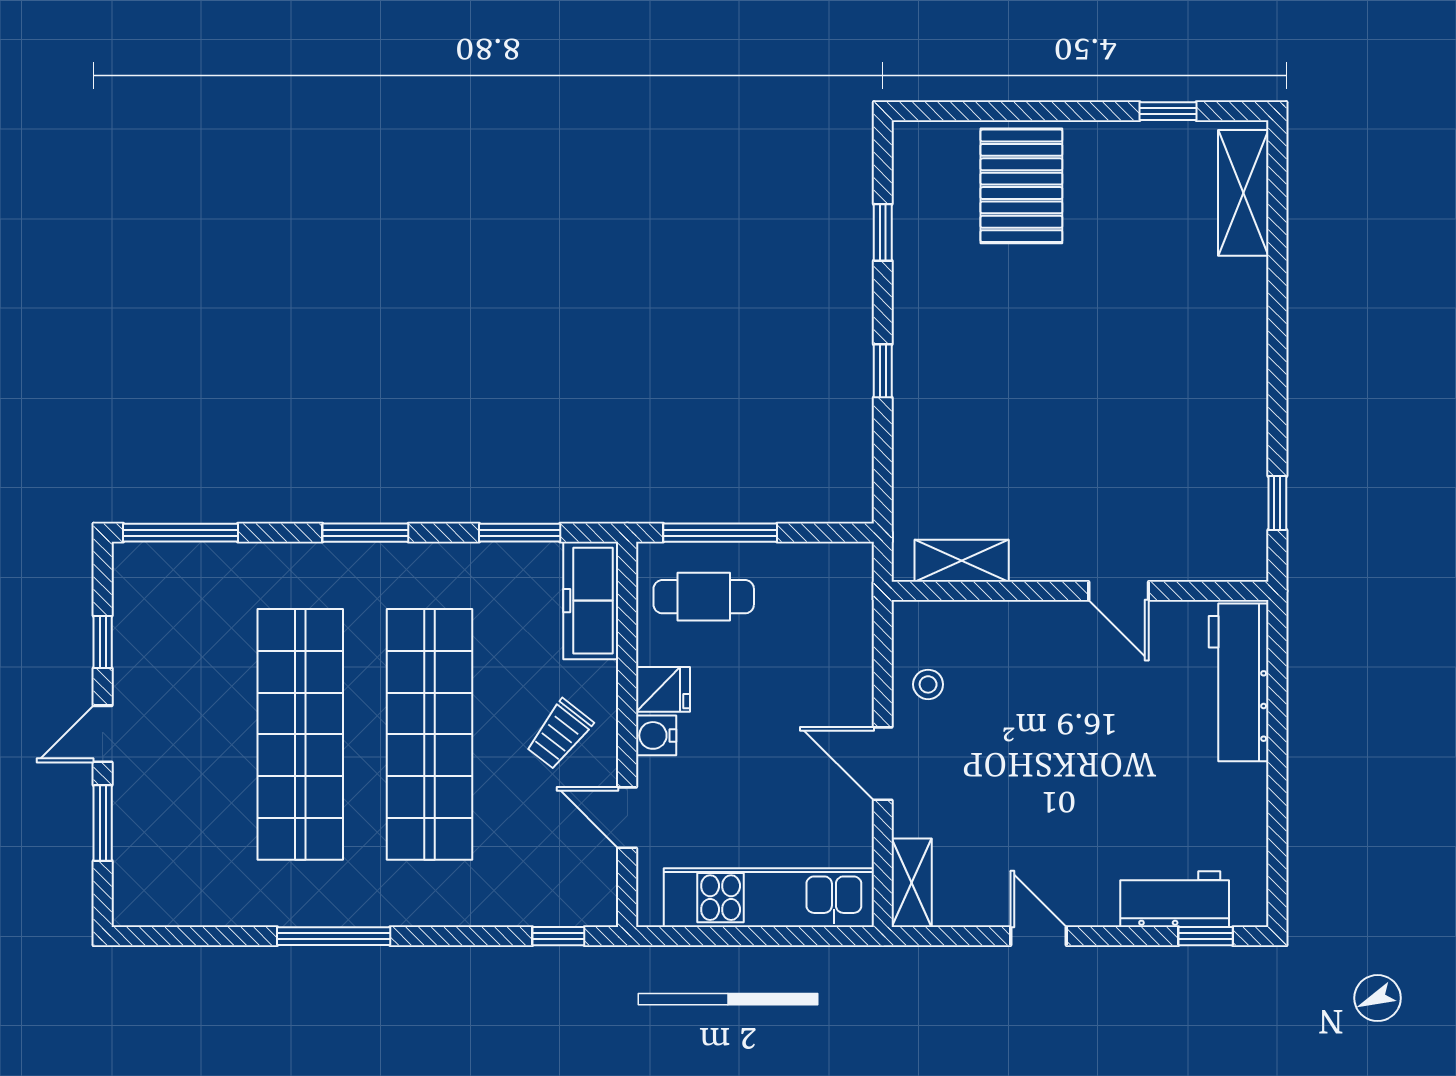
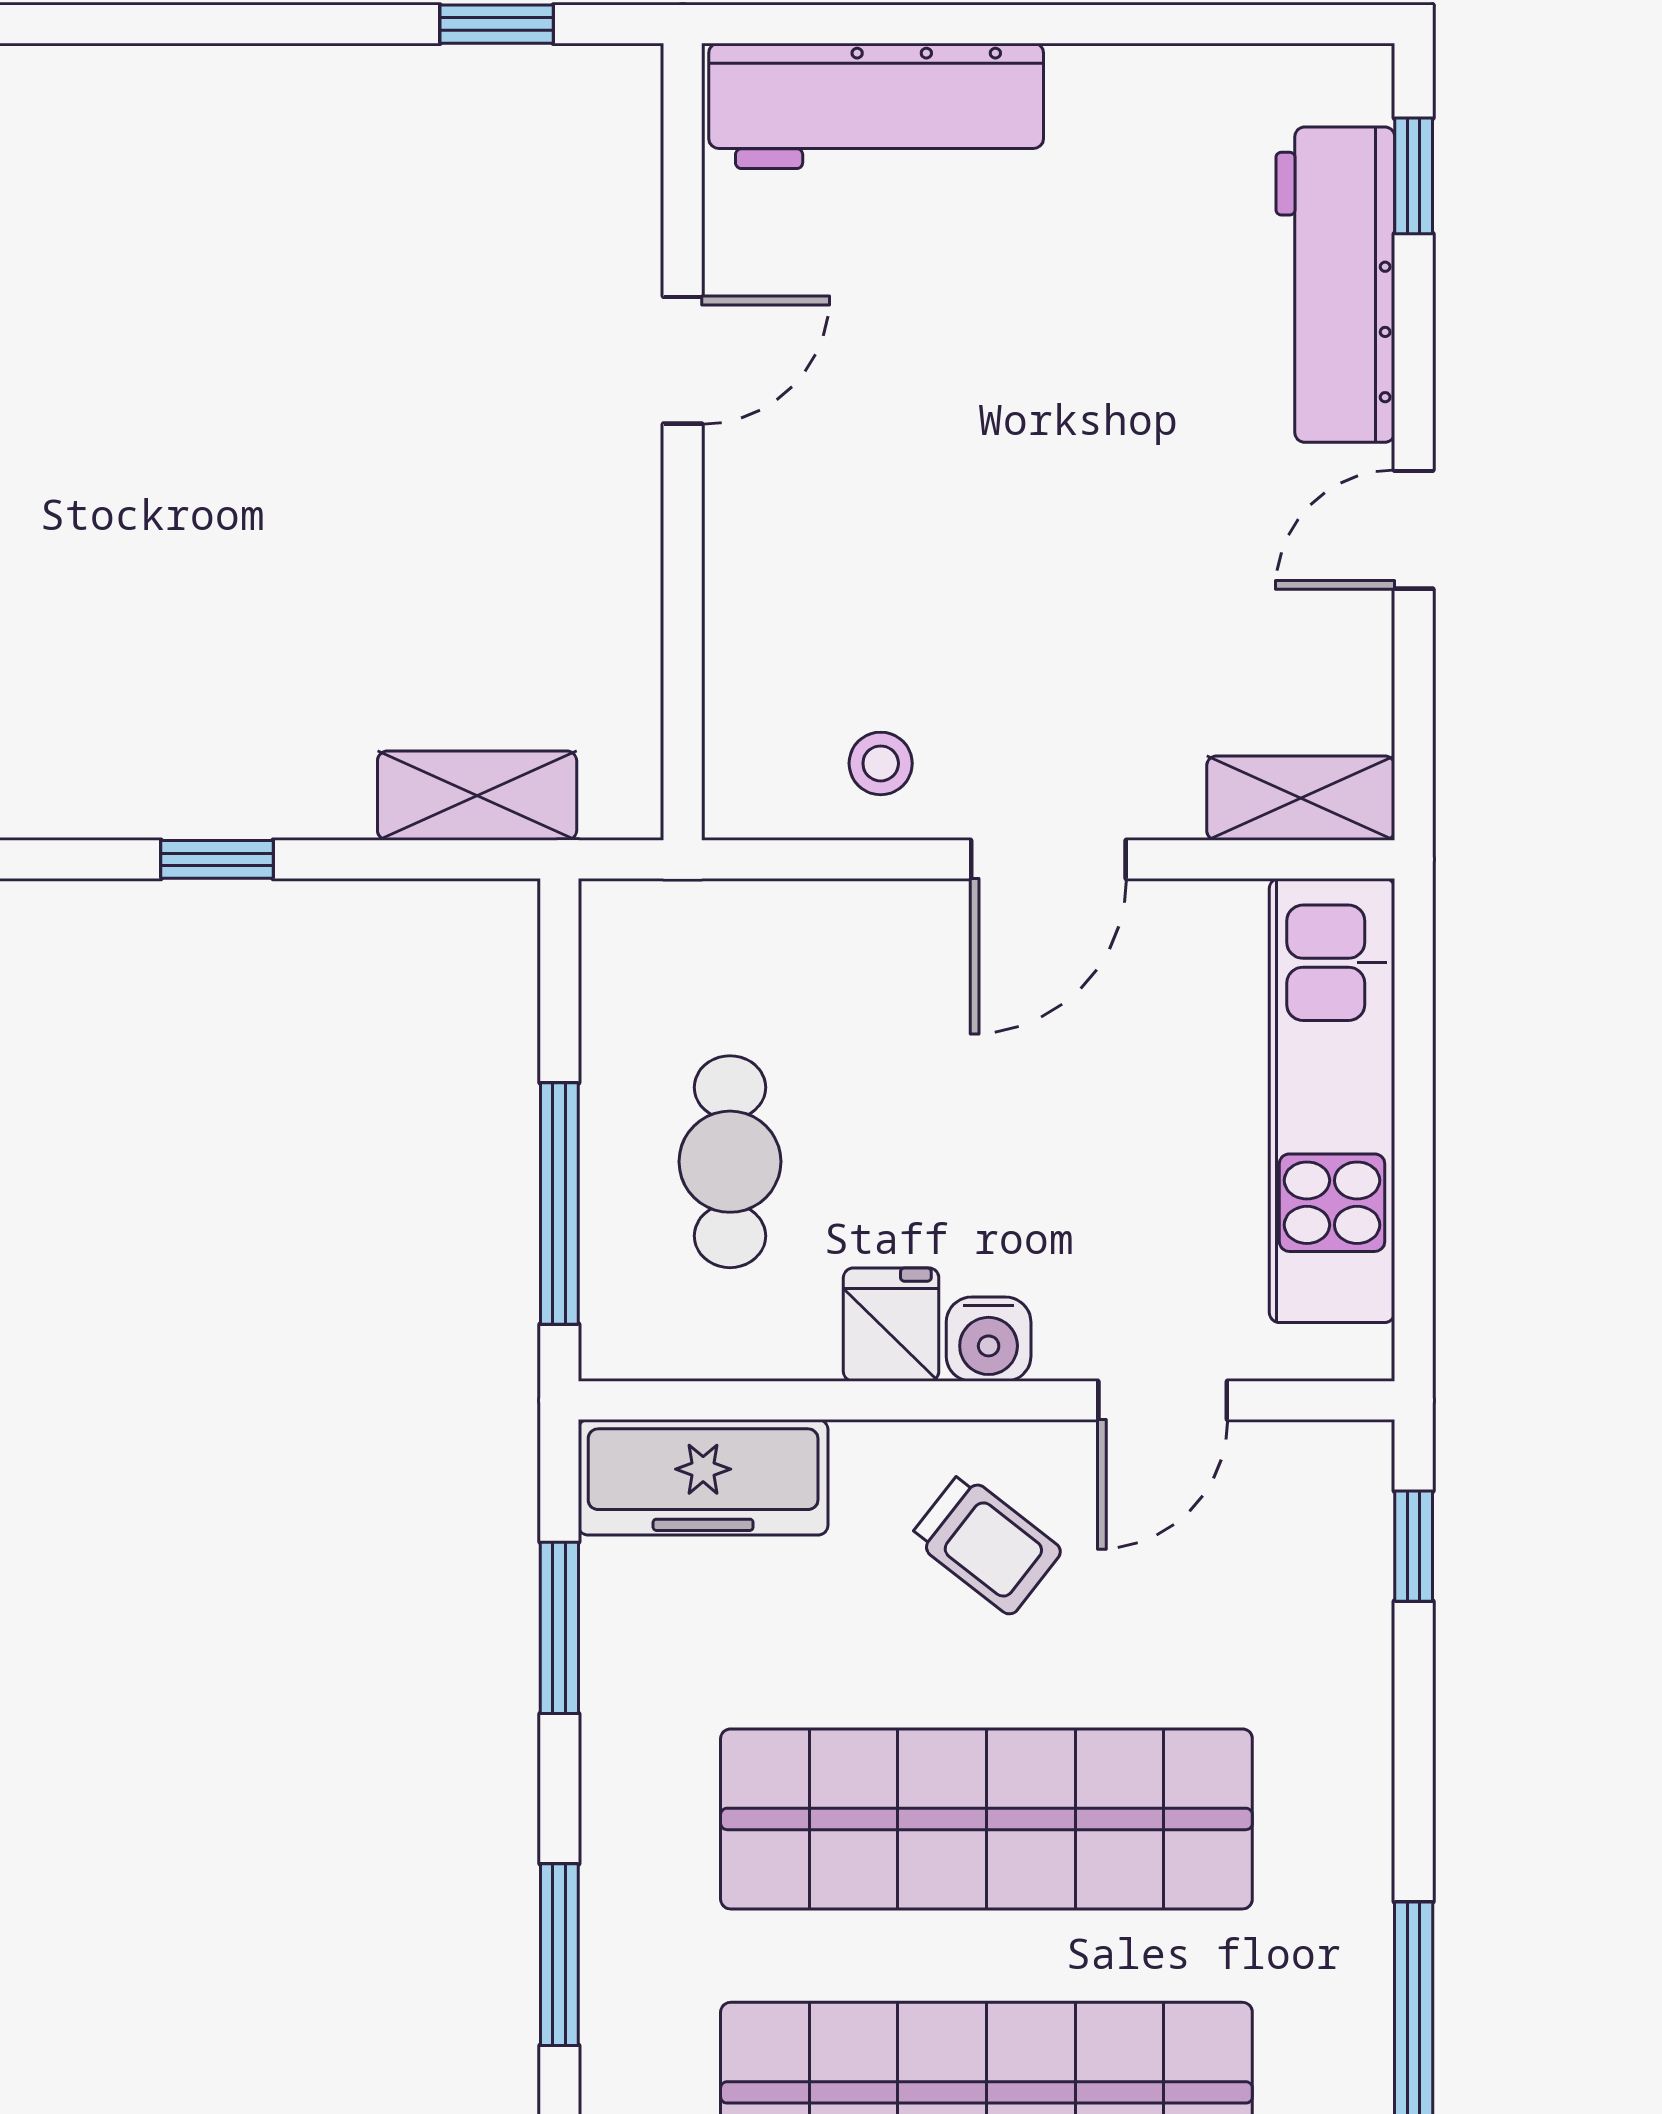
shelving: (962, 561) -> (477, 796), moved, turned 90
cafe table: (704, 597) -> (730, 1162), moved
workbench: (1175, 899) -> (1335, 285), width x1.38

